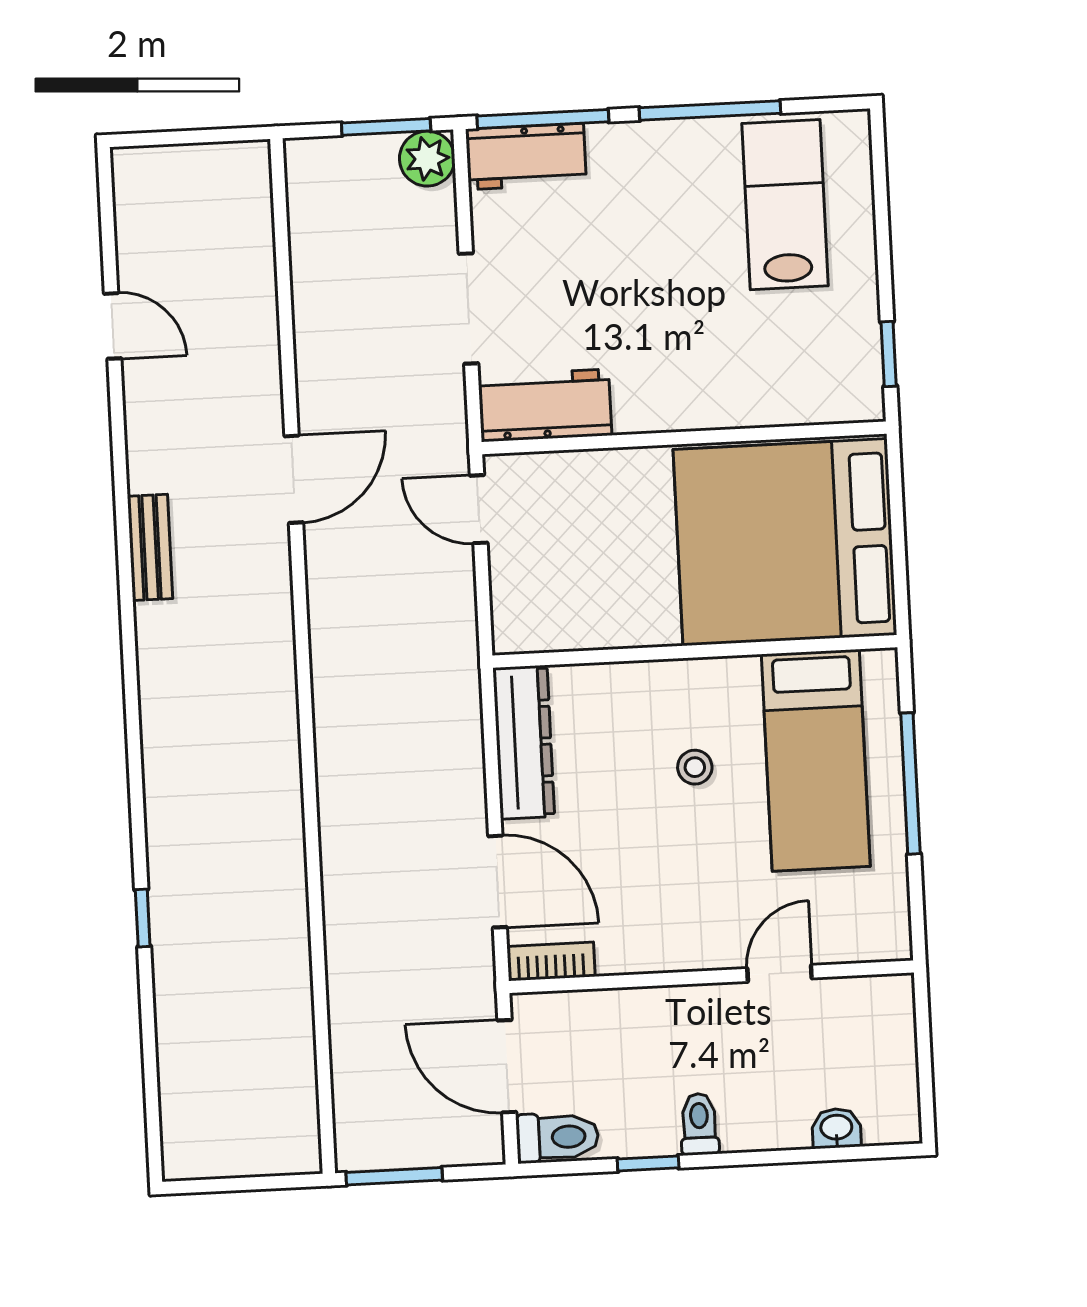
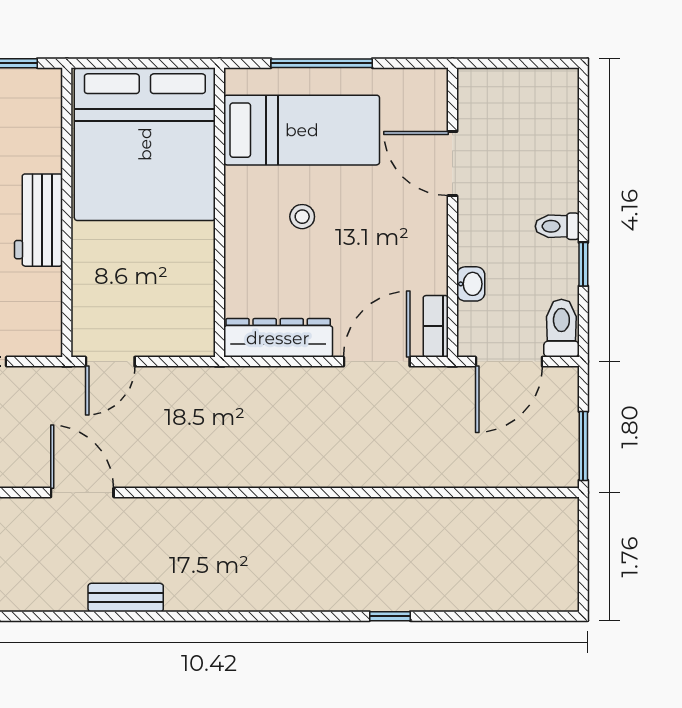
workbench: (546, 405) -> (39, 220), moved
door: (780, 973) -> (452, 164), width x1.38
washbasin: (836, 1128) -> (471, 284), moved, turned 180

